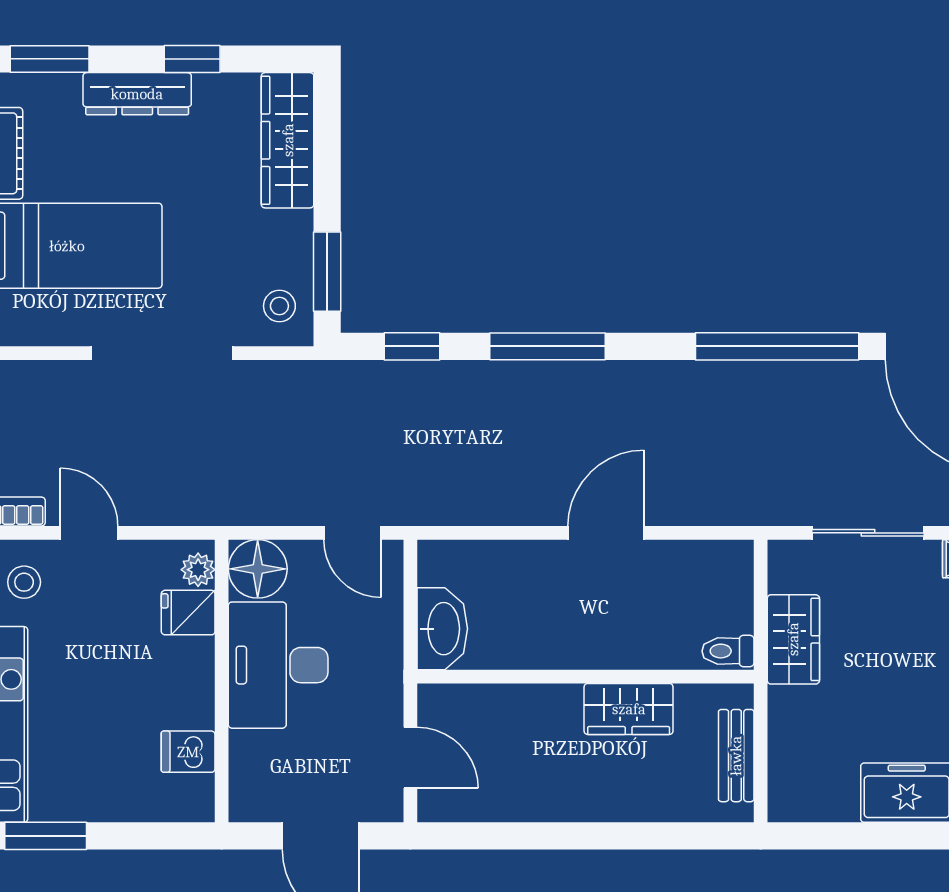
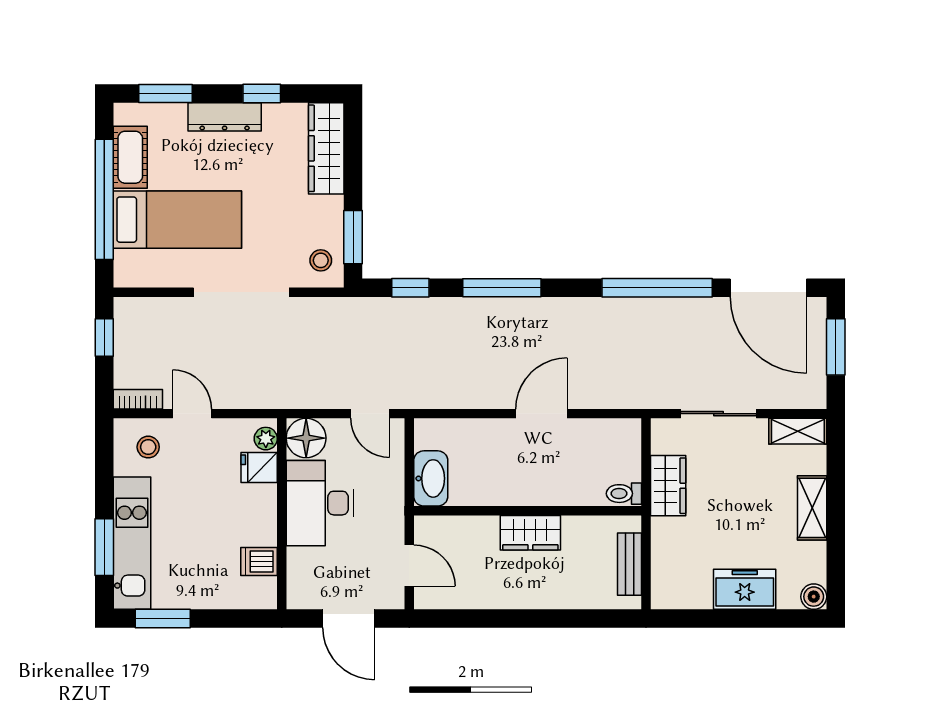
wardrobe: (629, 709) -> (530, 533), moved

